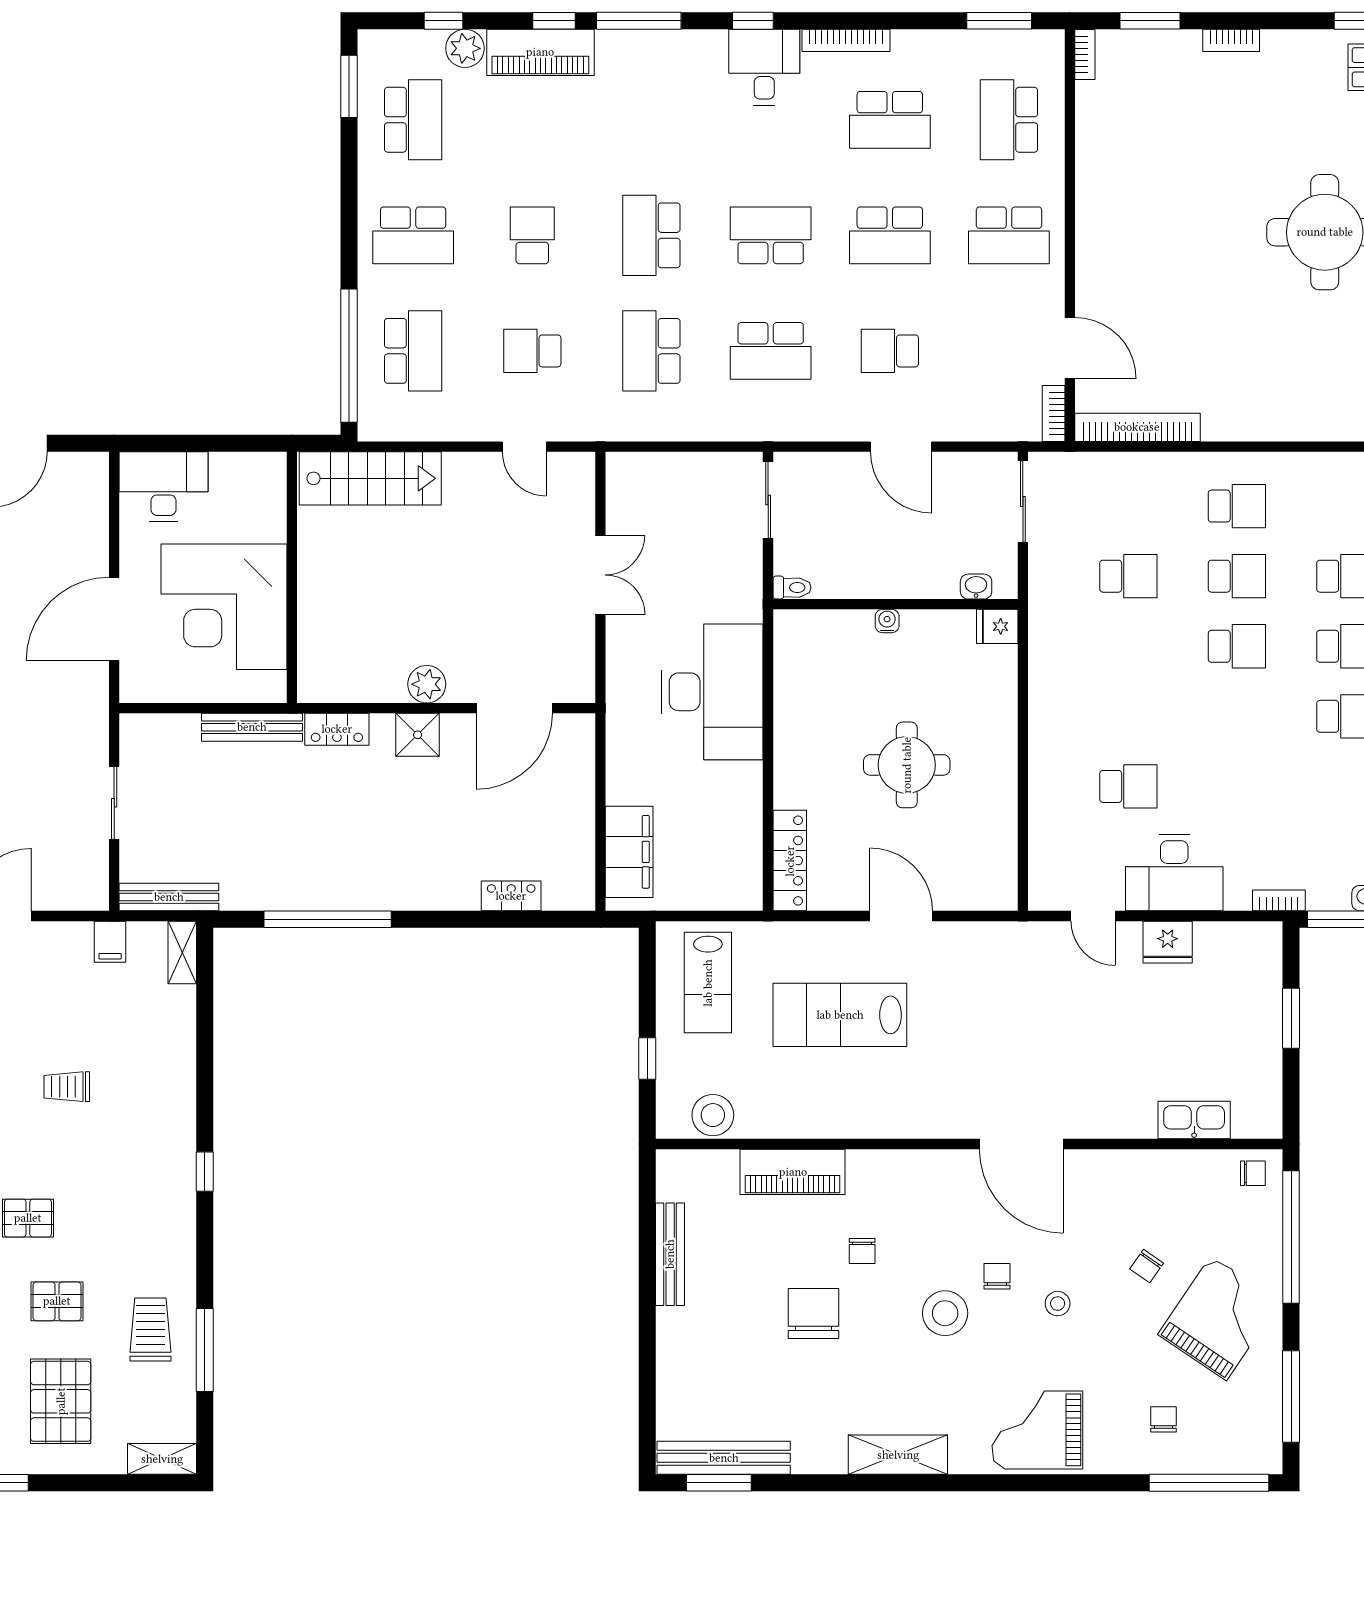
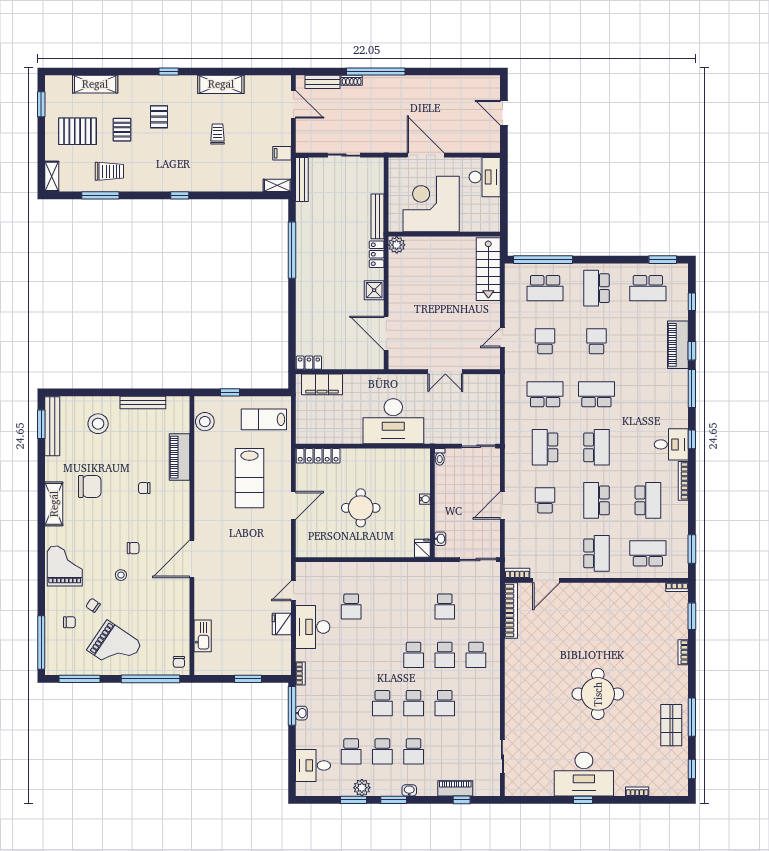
plant: (465, 48) -> (680, 311), removed
school desk: (890, 120) -> (648, 500), turned 180
school desk: (532, 235) -> (596, 341), turned -90
school desk: (1009, 235) -> (596, 553), turned 180
plant: (427, 684) -> (397, 245), moved
locker: (511, 896) -> (309, 363), moved, turned -90
lab bench: (840, 1015) -> (249, 478), turned 180
chair: (1147, 1266) -> (93, 605), moved
chair: (813, 1313) -> (90, 486), moved
stool: (945, 1313) -> (98, 424), moved

